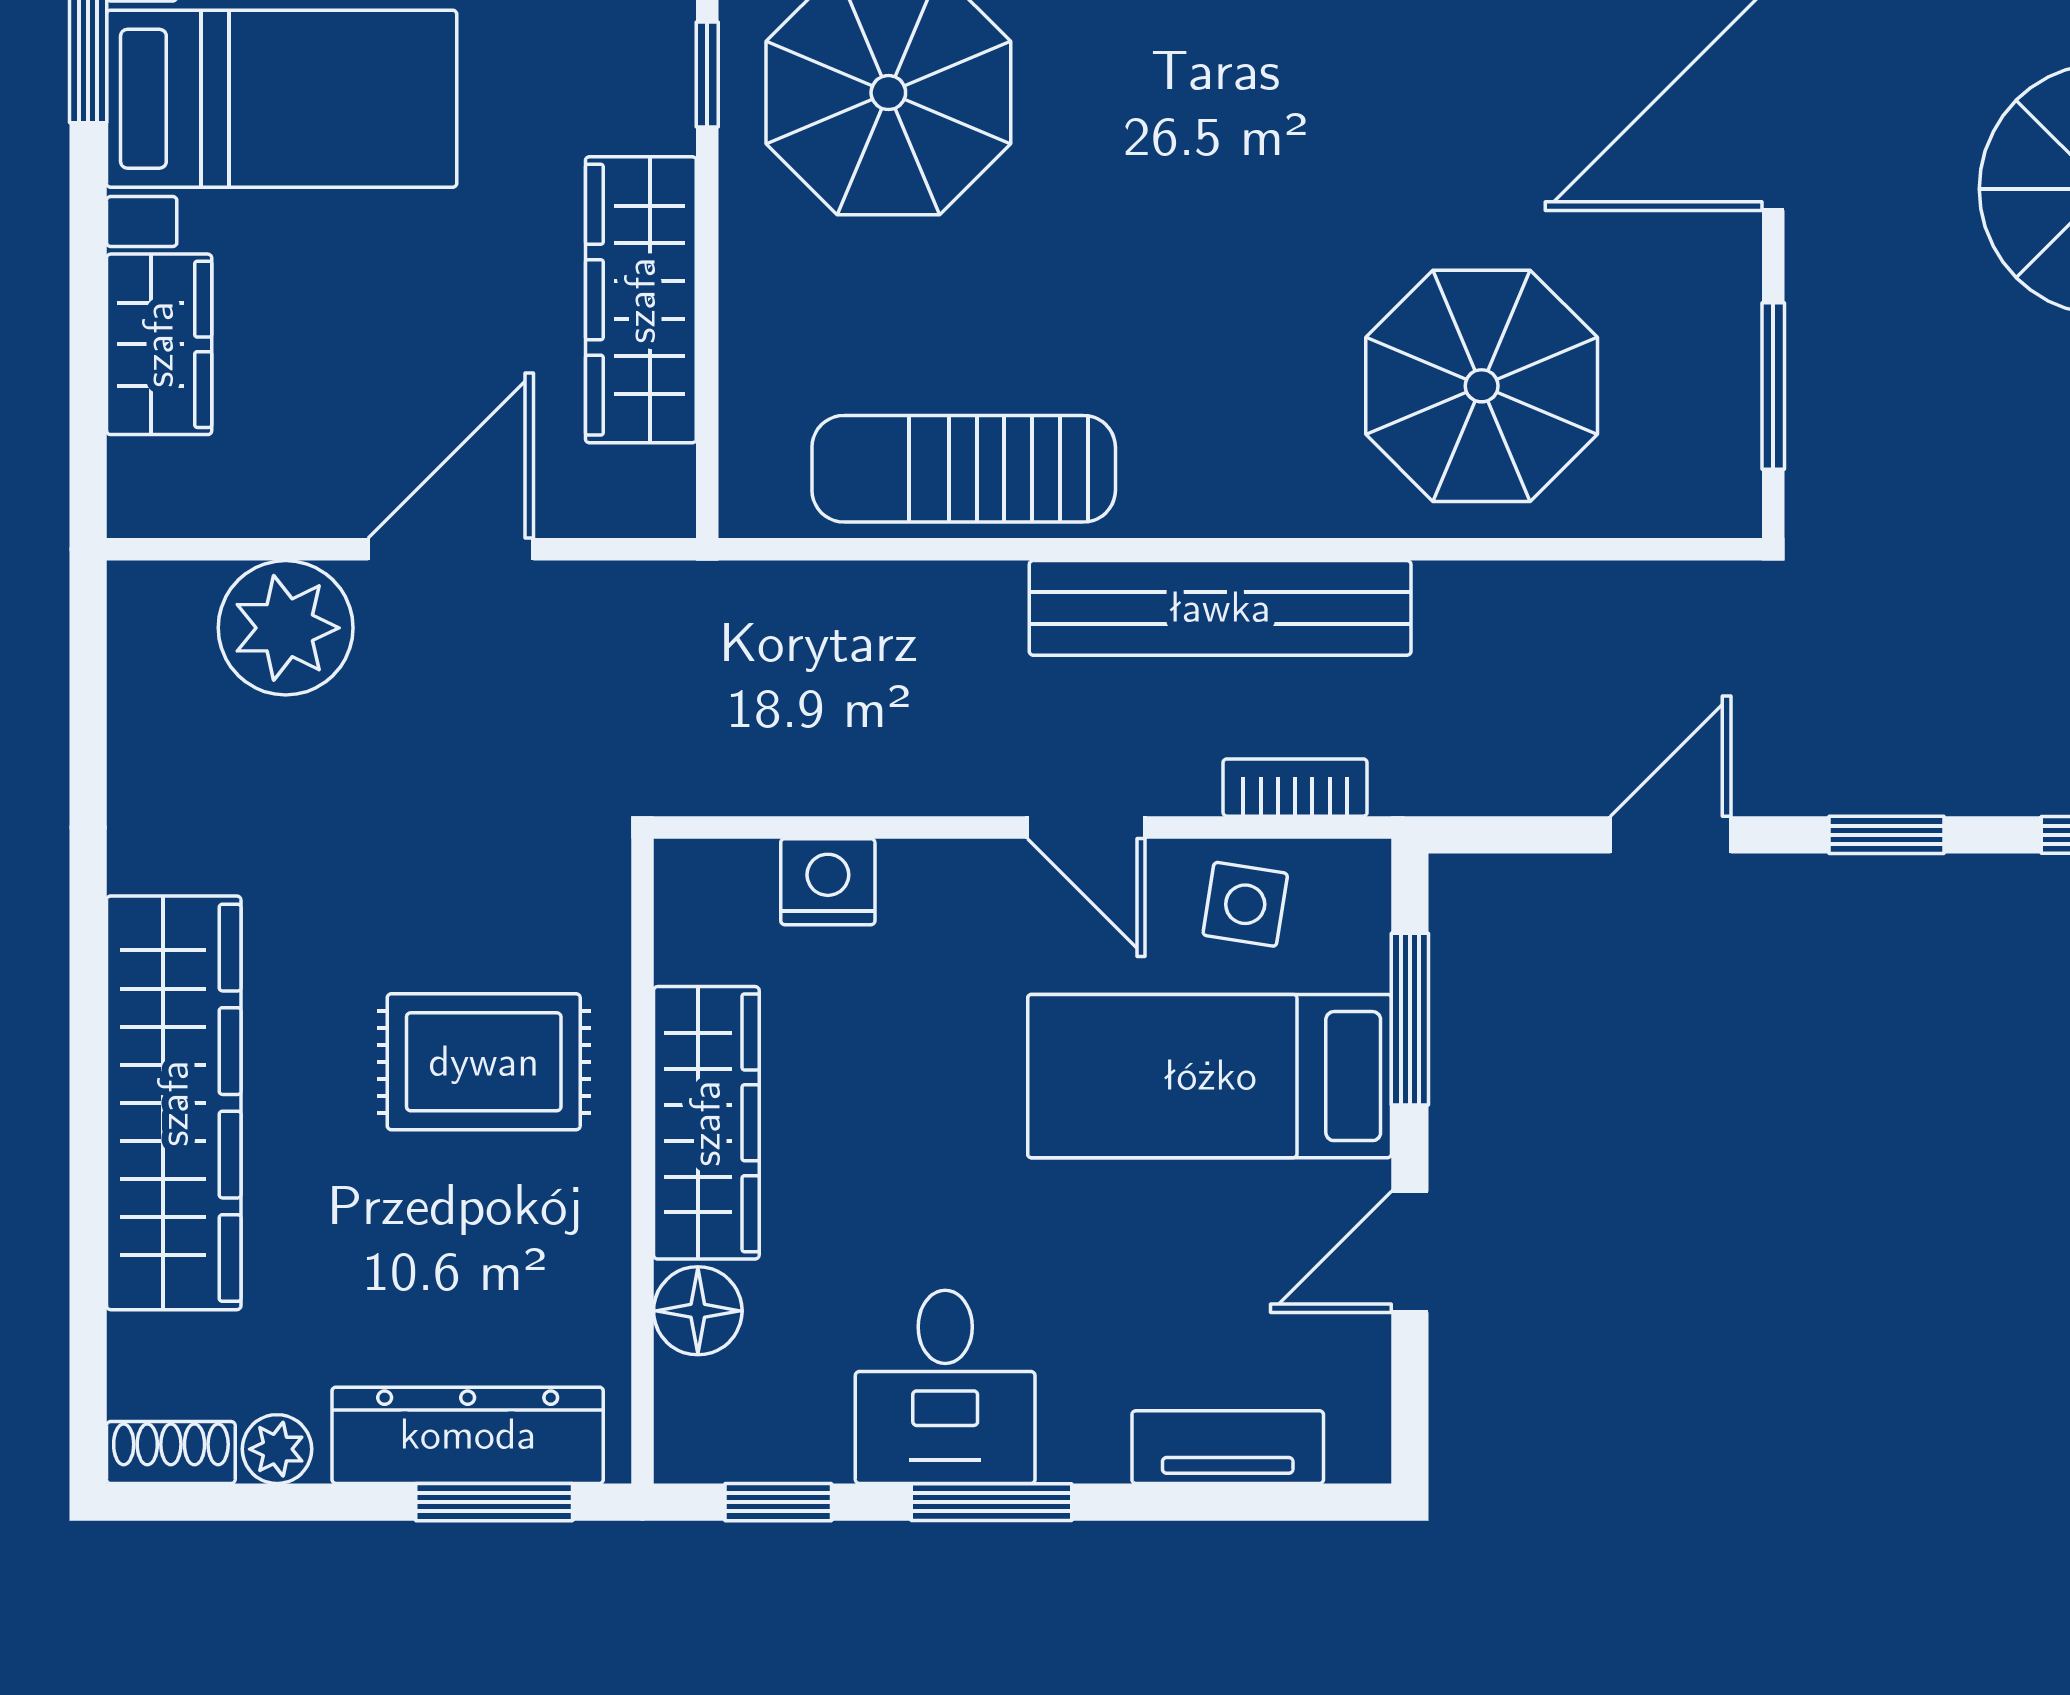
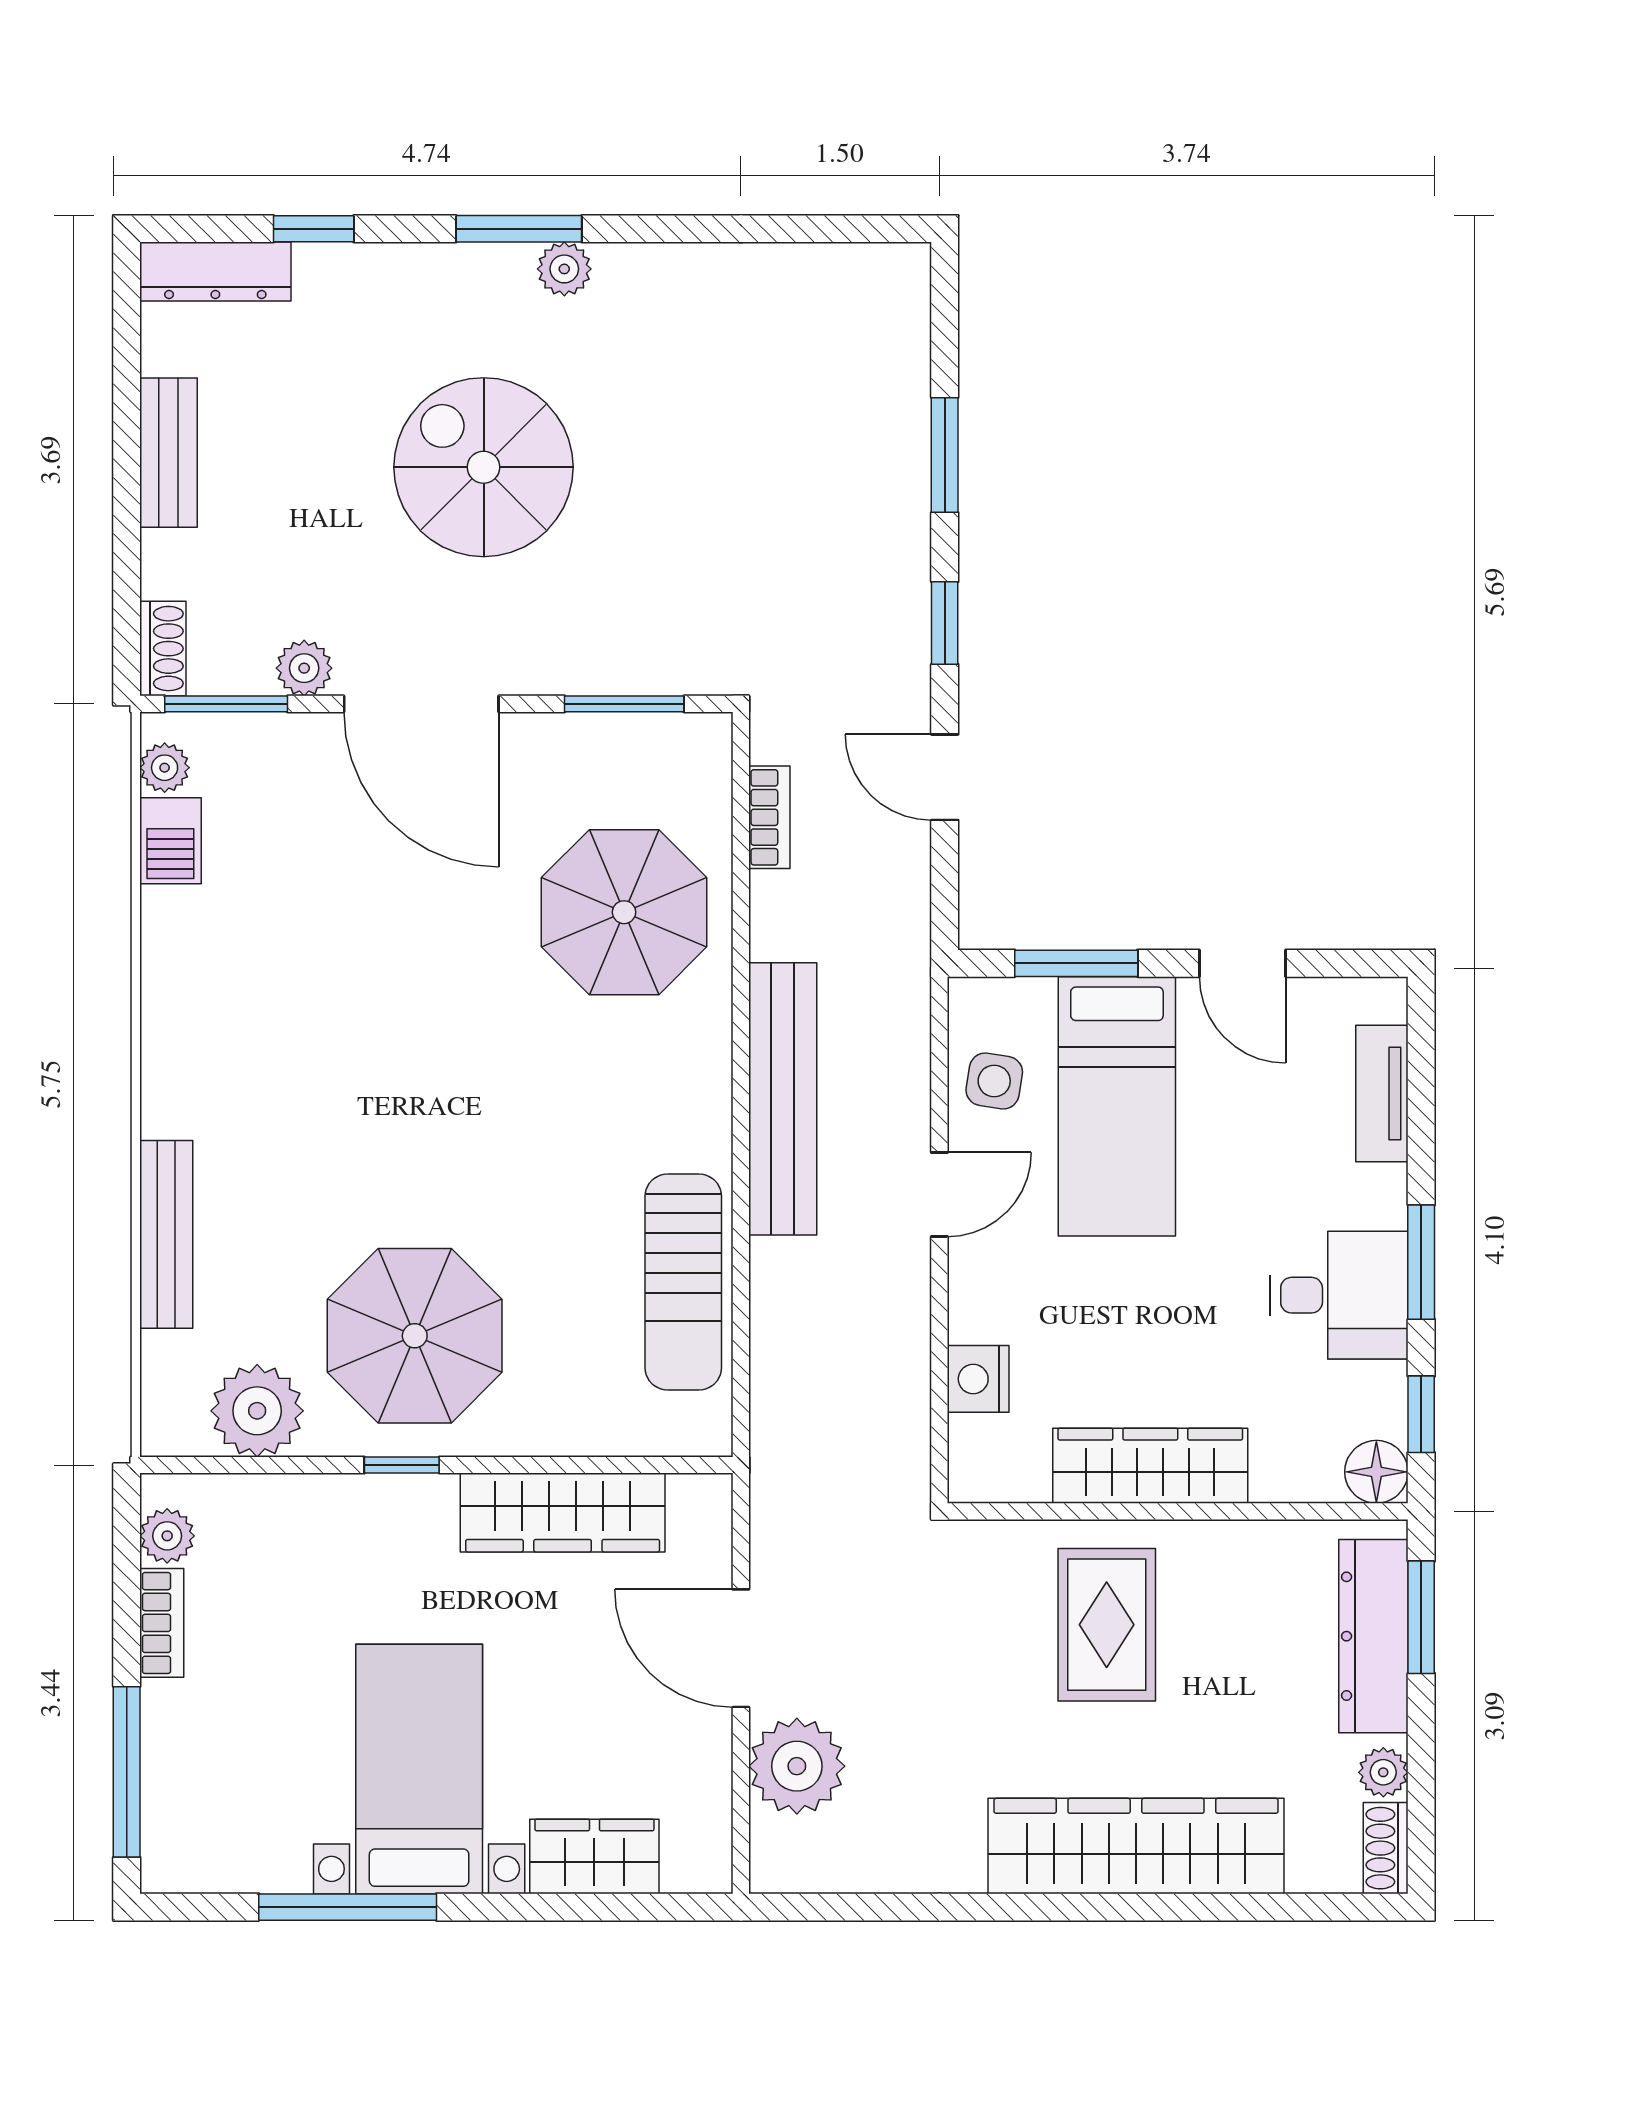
bookcase: (1295, 788) -> (769, 817), moved, turned 180
floor lamp: (698, 1311) -> (1376, 1472), moved

